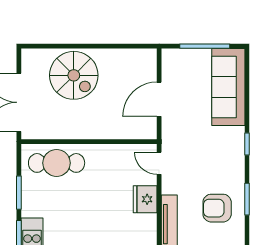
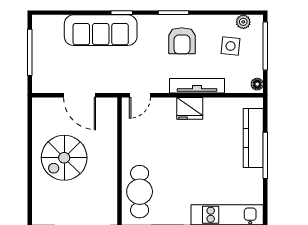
spiral stairs: (74, 75) -> (64, 158), moved, turned 180
sofa: (228, 87) -> (101, 30), moved
fridge: (145, 199) -> (190, 108), moved

